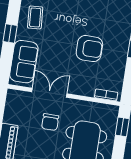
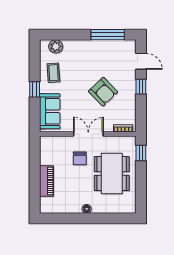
armchair: (89, 49) -> (103, 92), turned 46
double door: (49, 93) -> (88, 134), moved

